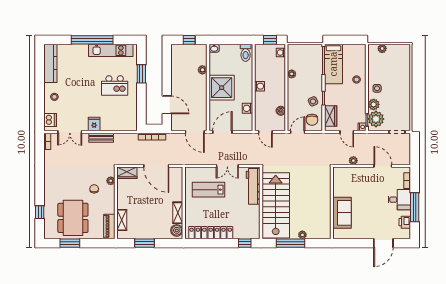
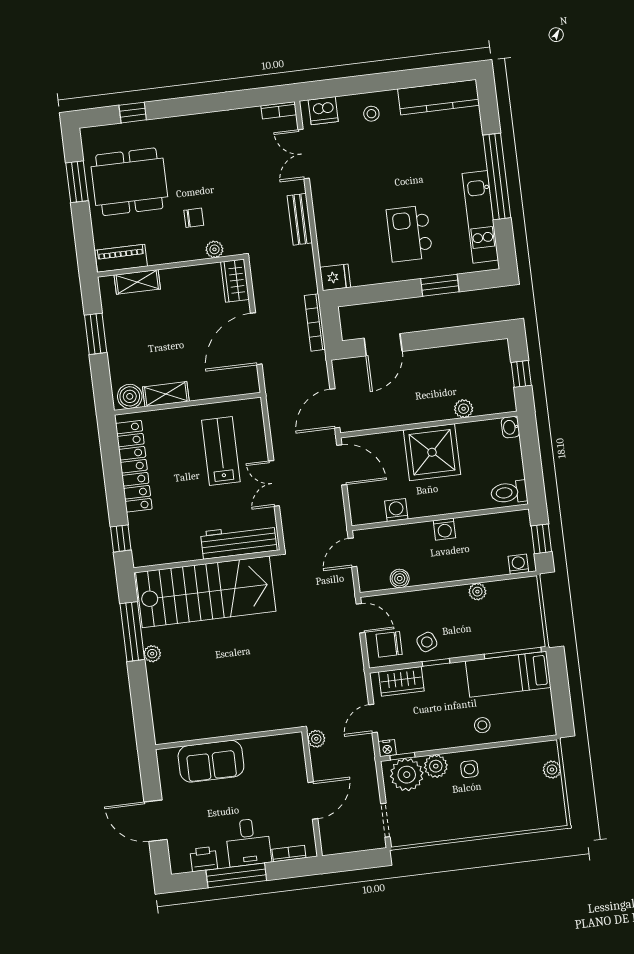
fridge: (94, 124) -> (335, 277), moved
wall: (332, 203) -> (229, 738), moved
sofa: (342, 213) -> (211, 761), moved

